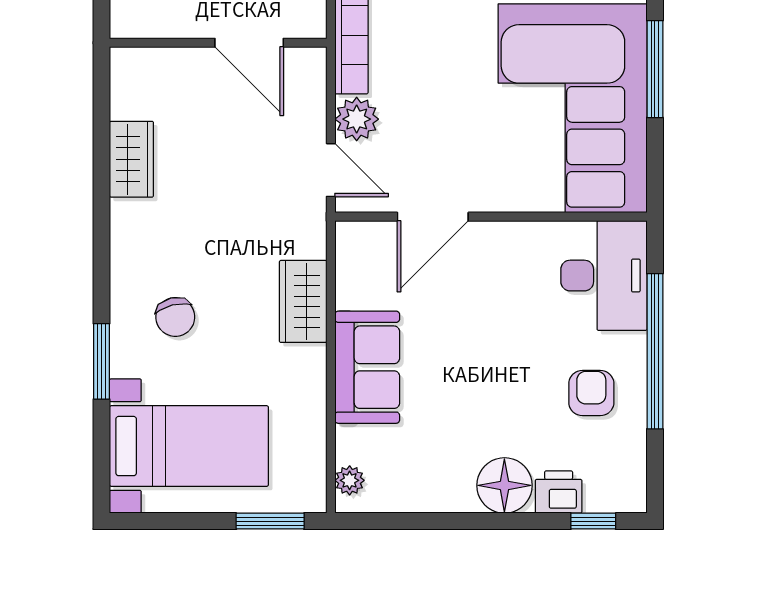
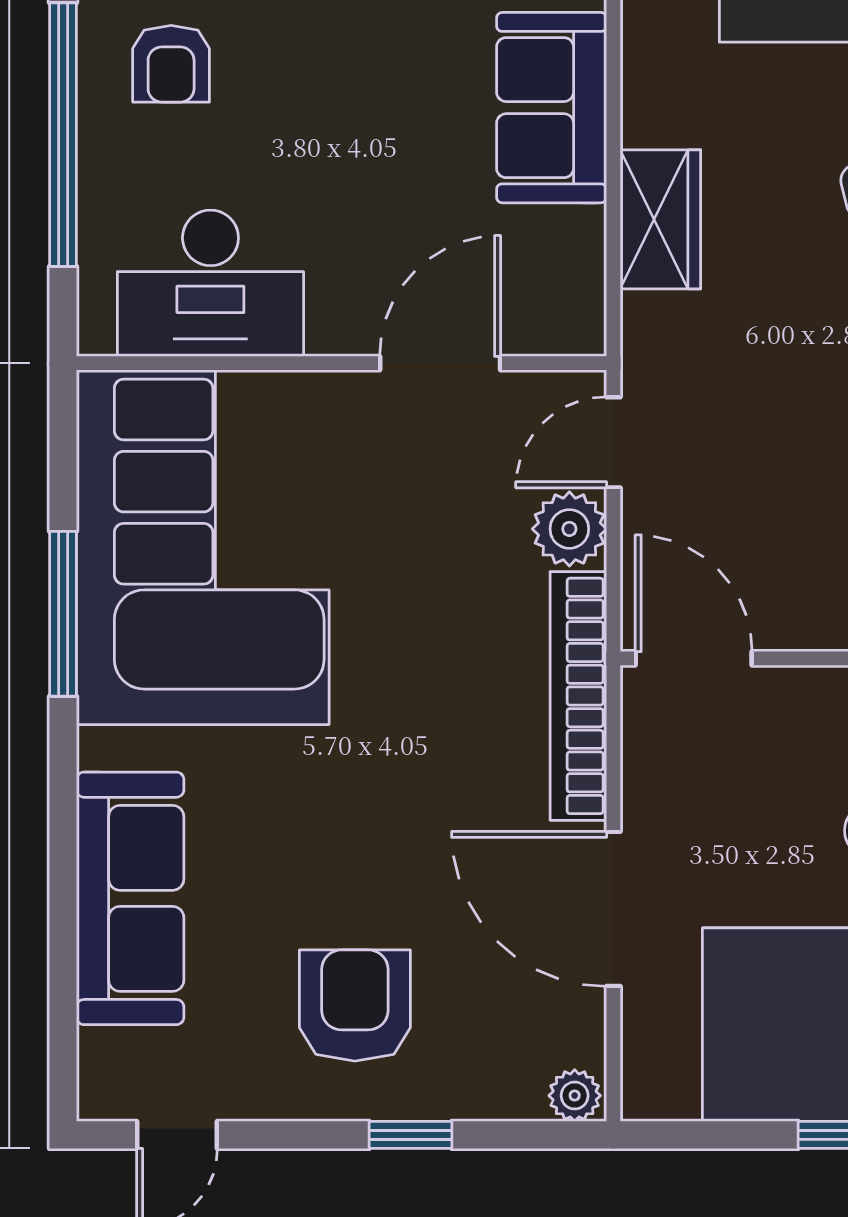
door: (249, 43) -> (694, 658), moved
door: (331, 170) -> (613, 442), hinge flipped
desk: (604, 276) -> (210, 283), moved, turned -90

